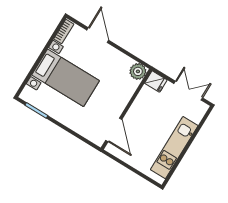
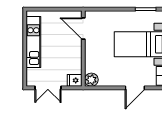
door: (98, 35) -> (135, 88), hinge flipped

